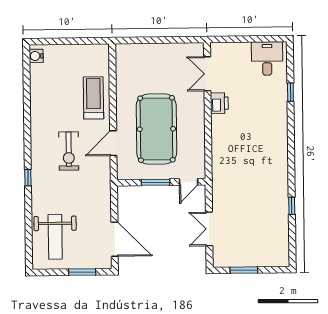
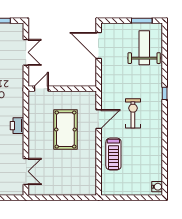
printer: (219, 103) -> (17, 126), moved
pool table: (156, 129) -> (65, 130), width x0.73, depth x0.76
window: (156, 182) -> (67, 89), removed
window: (82, 272) -> (142, 21), moved

